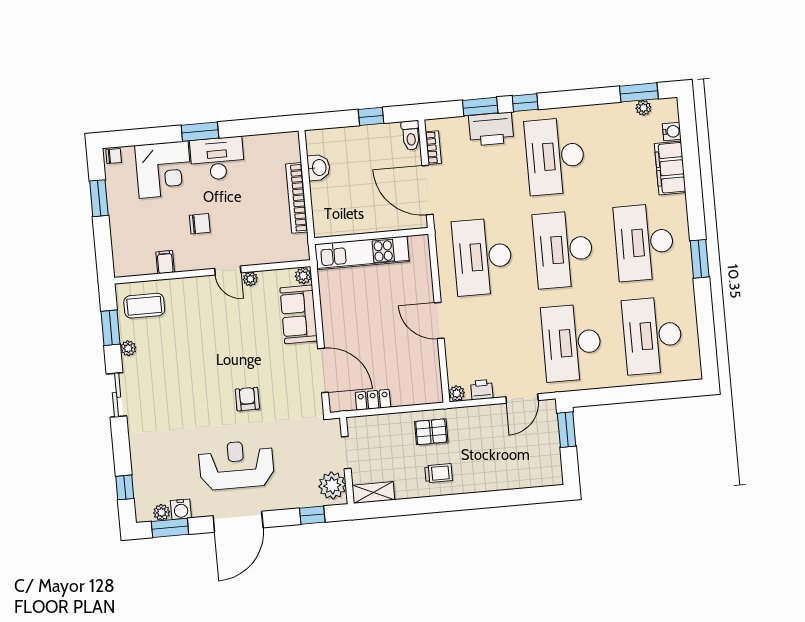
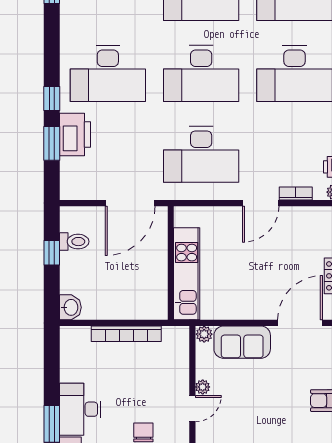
toilet: (411, 135) -> (74, 242), moved
bookcase: (433, 148) -> (296, 194), moved
washbasin: (319, 168) -> (70, 307), moved, turned 90

